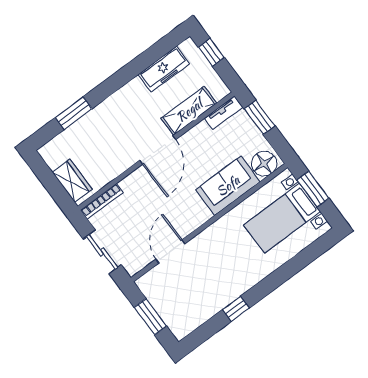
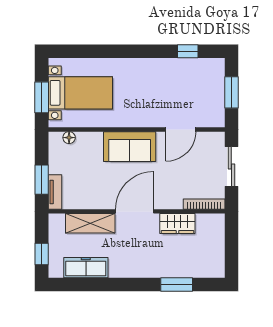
tv unit: (224, 113) -> (55, 192), moved, turned 90
floor lamp: (264, 164) -> (69, 138), width x0.53, depth x0.53
wardrobe: (72, 181) -> (177, 224), moved, turned -90
sofa: (228, 186) -> (130, 147), moved
window: (236, 309) -> (188, 51), moved

